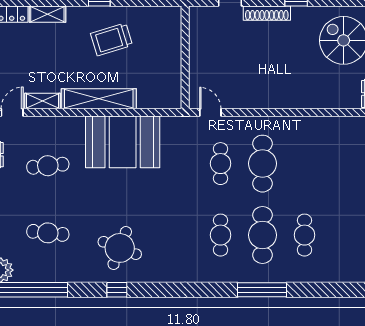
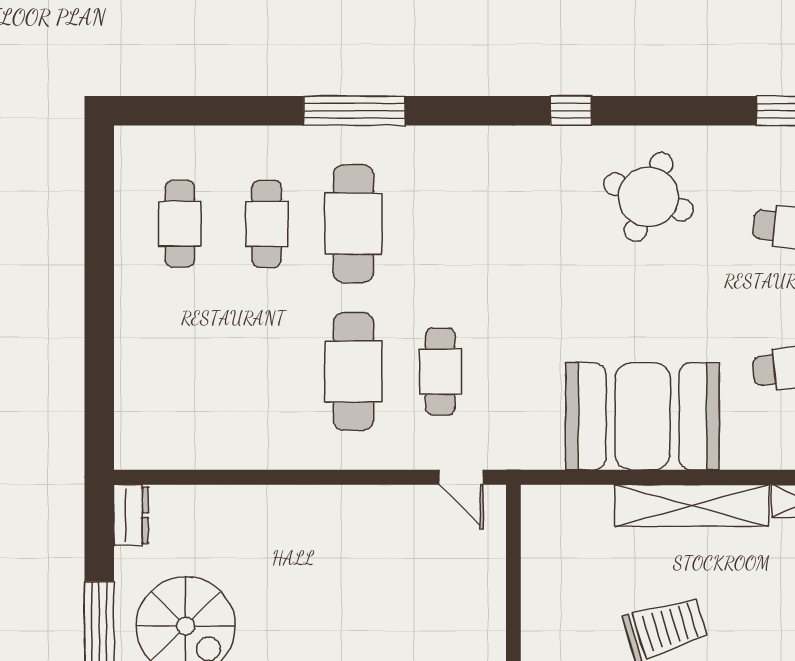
cafe table: (221, 235) -> (180, 224), moved
window: (117, 290) -> (571, 111), moved

